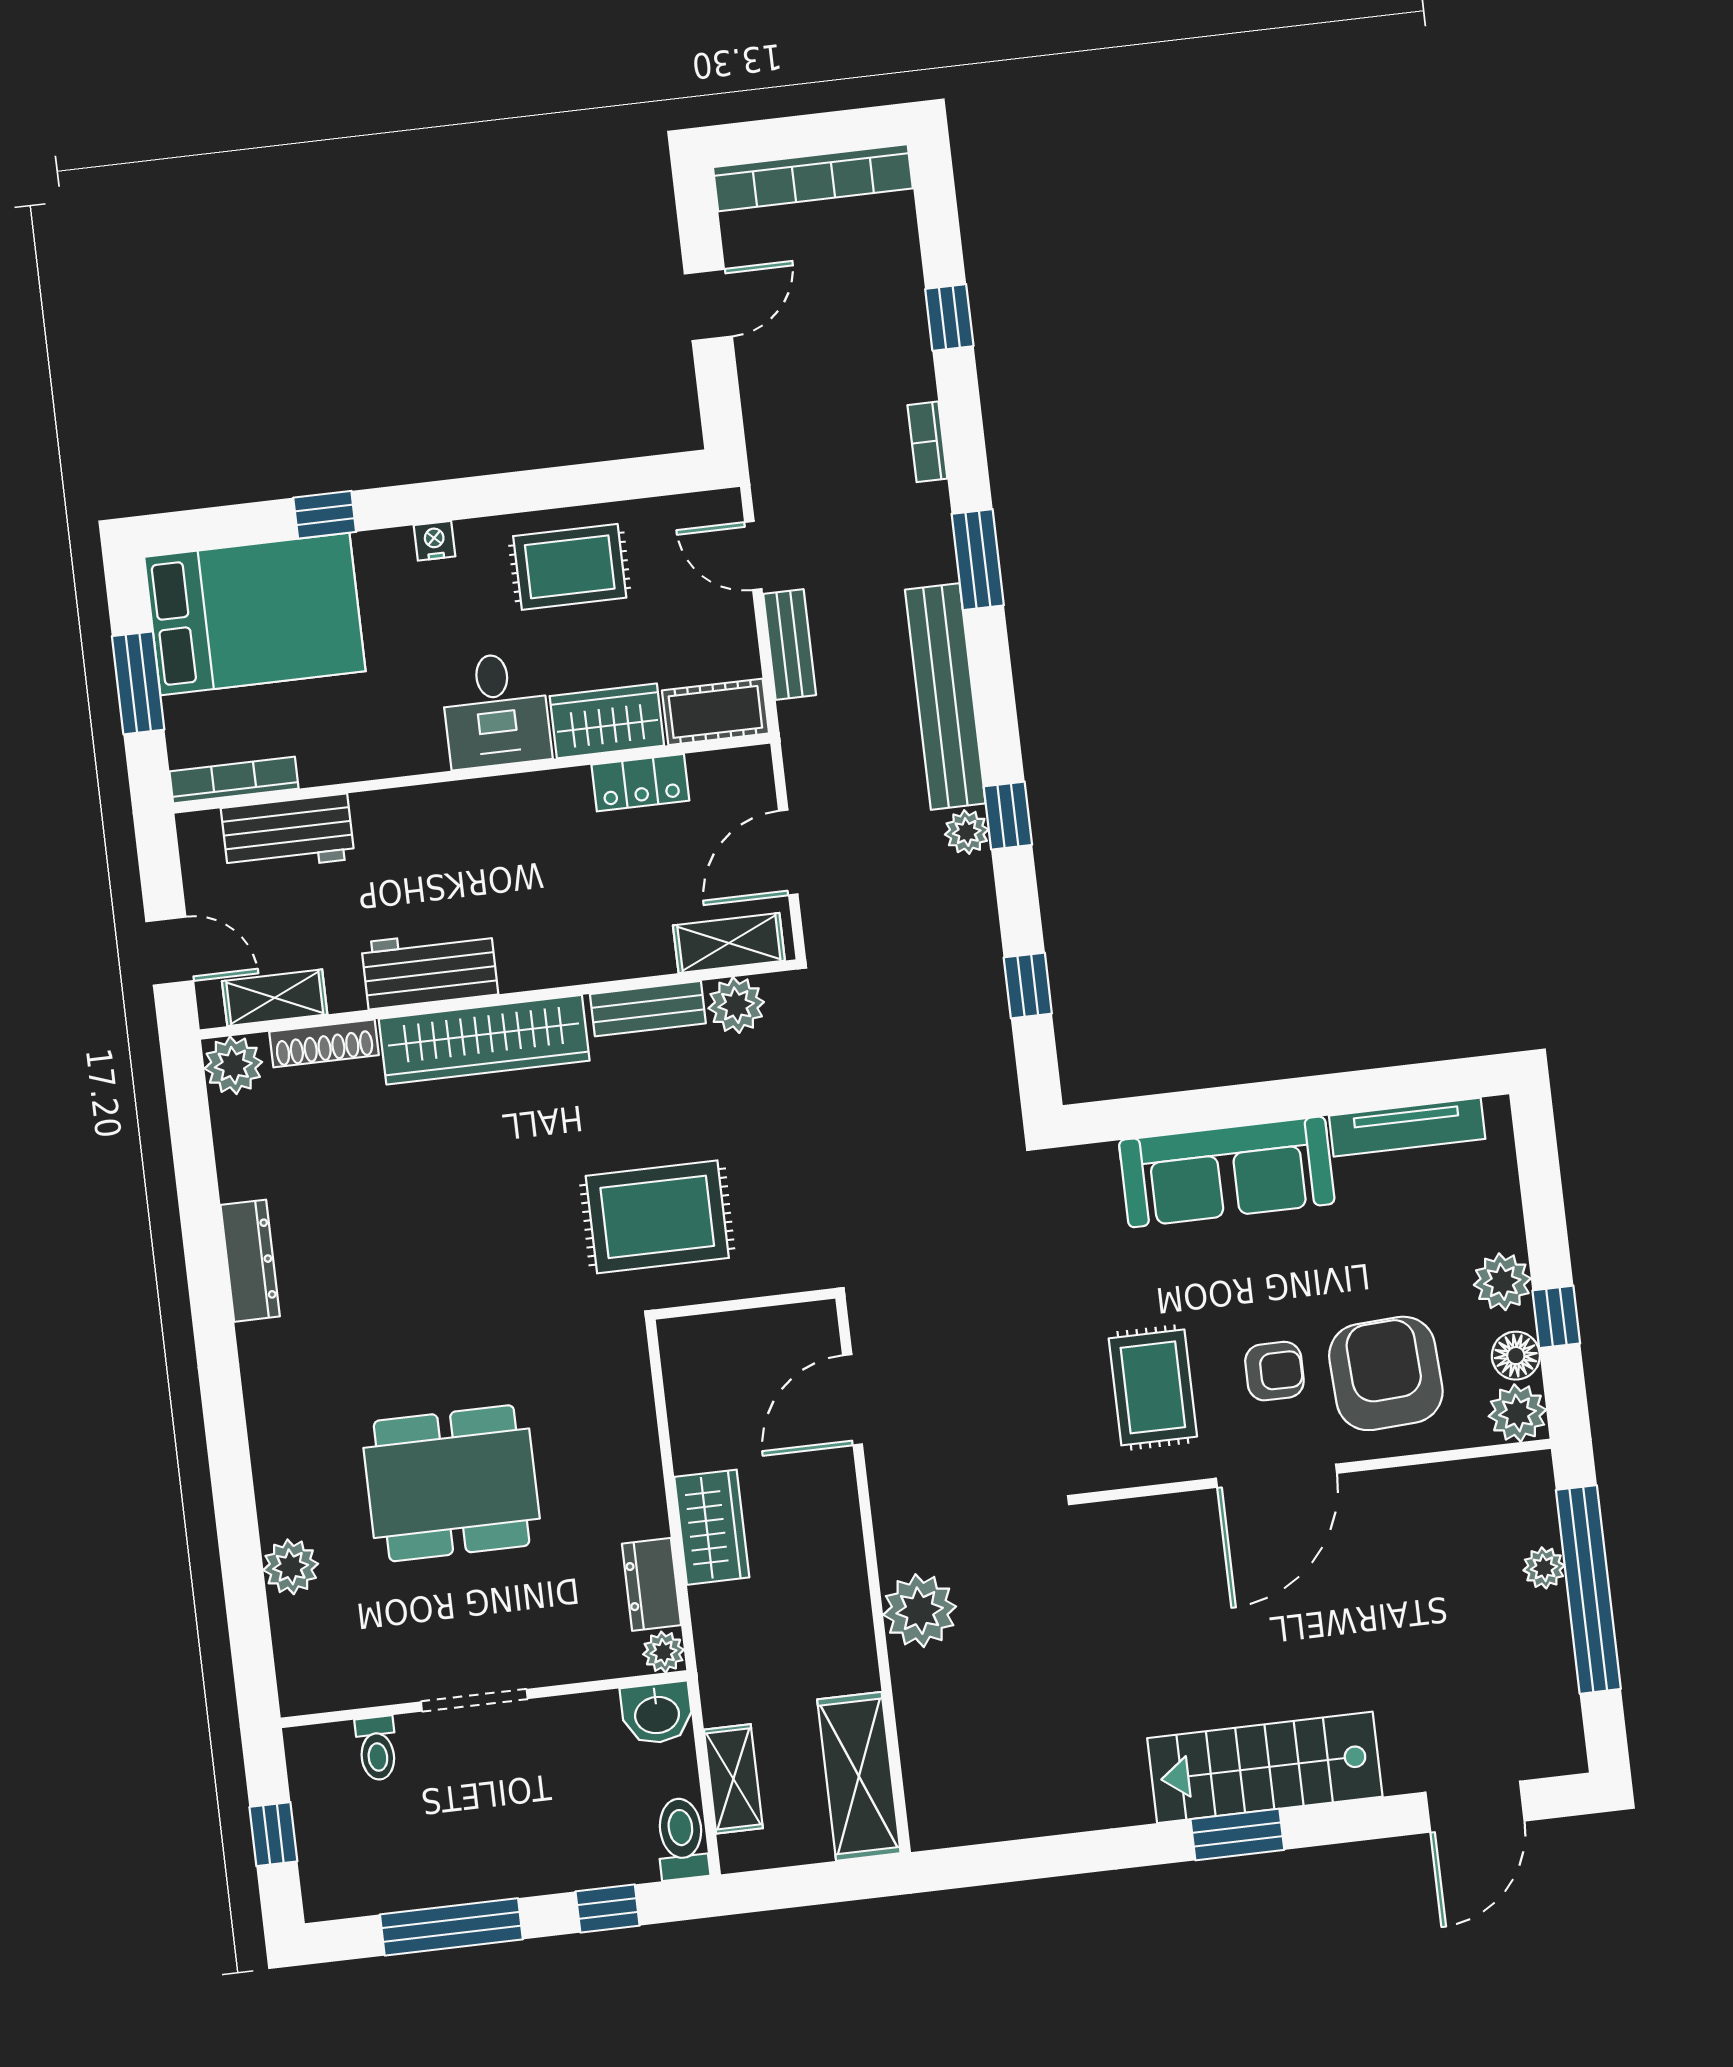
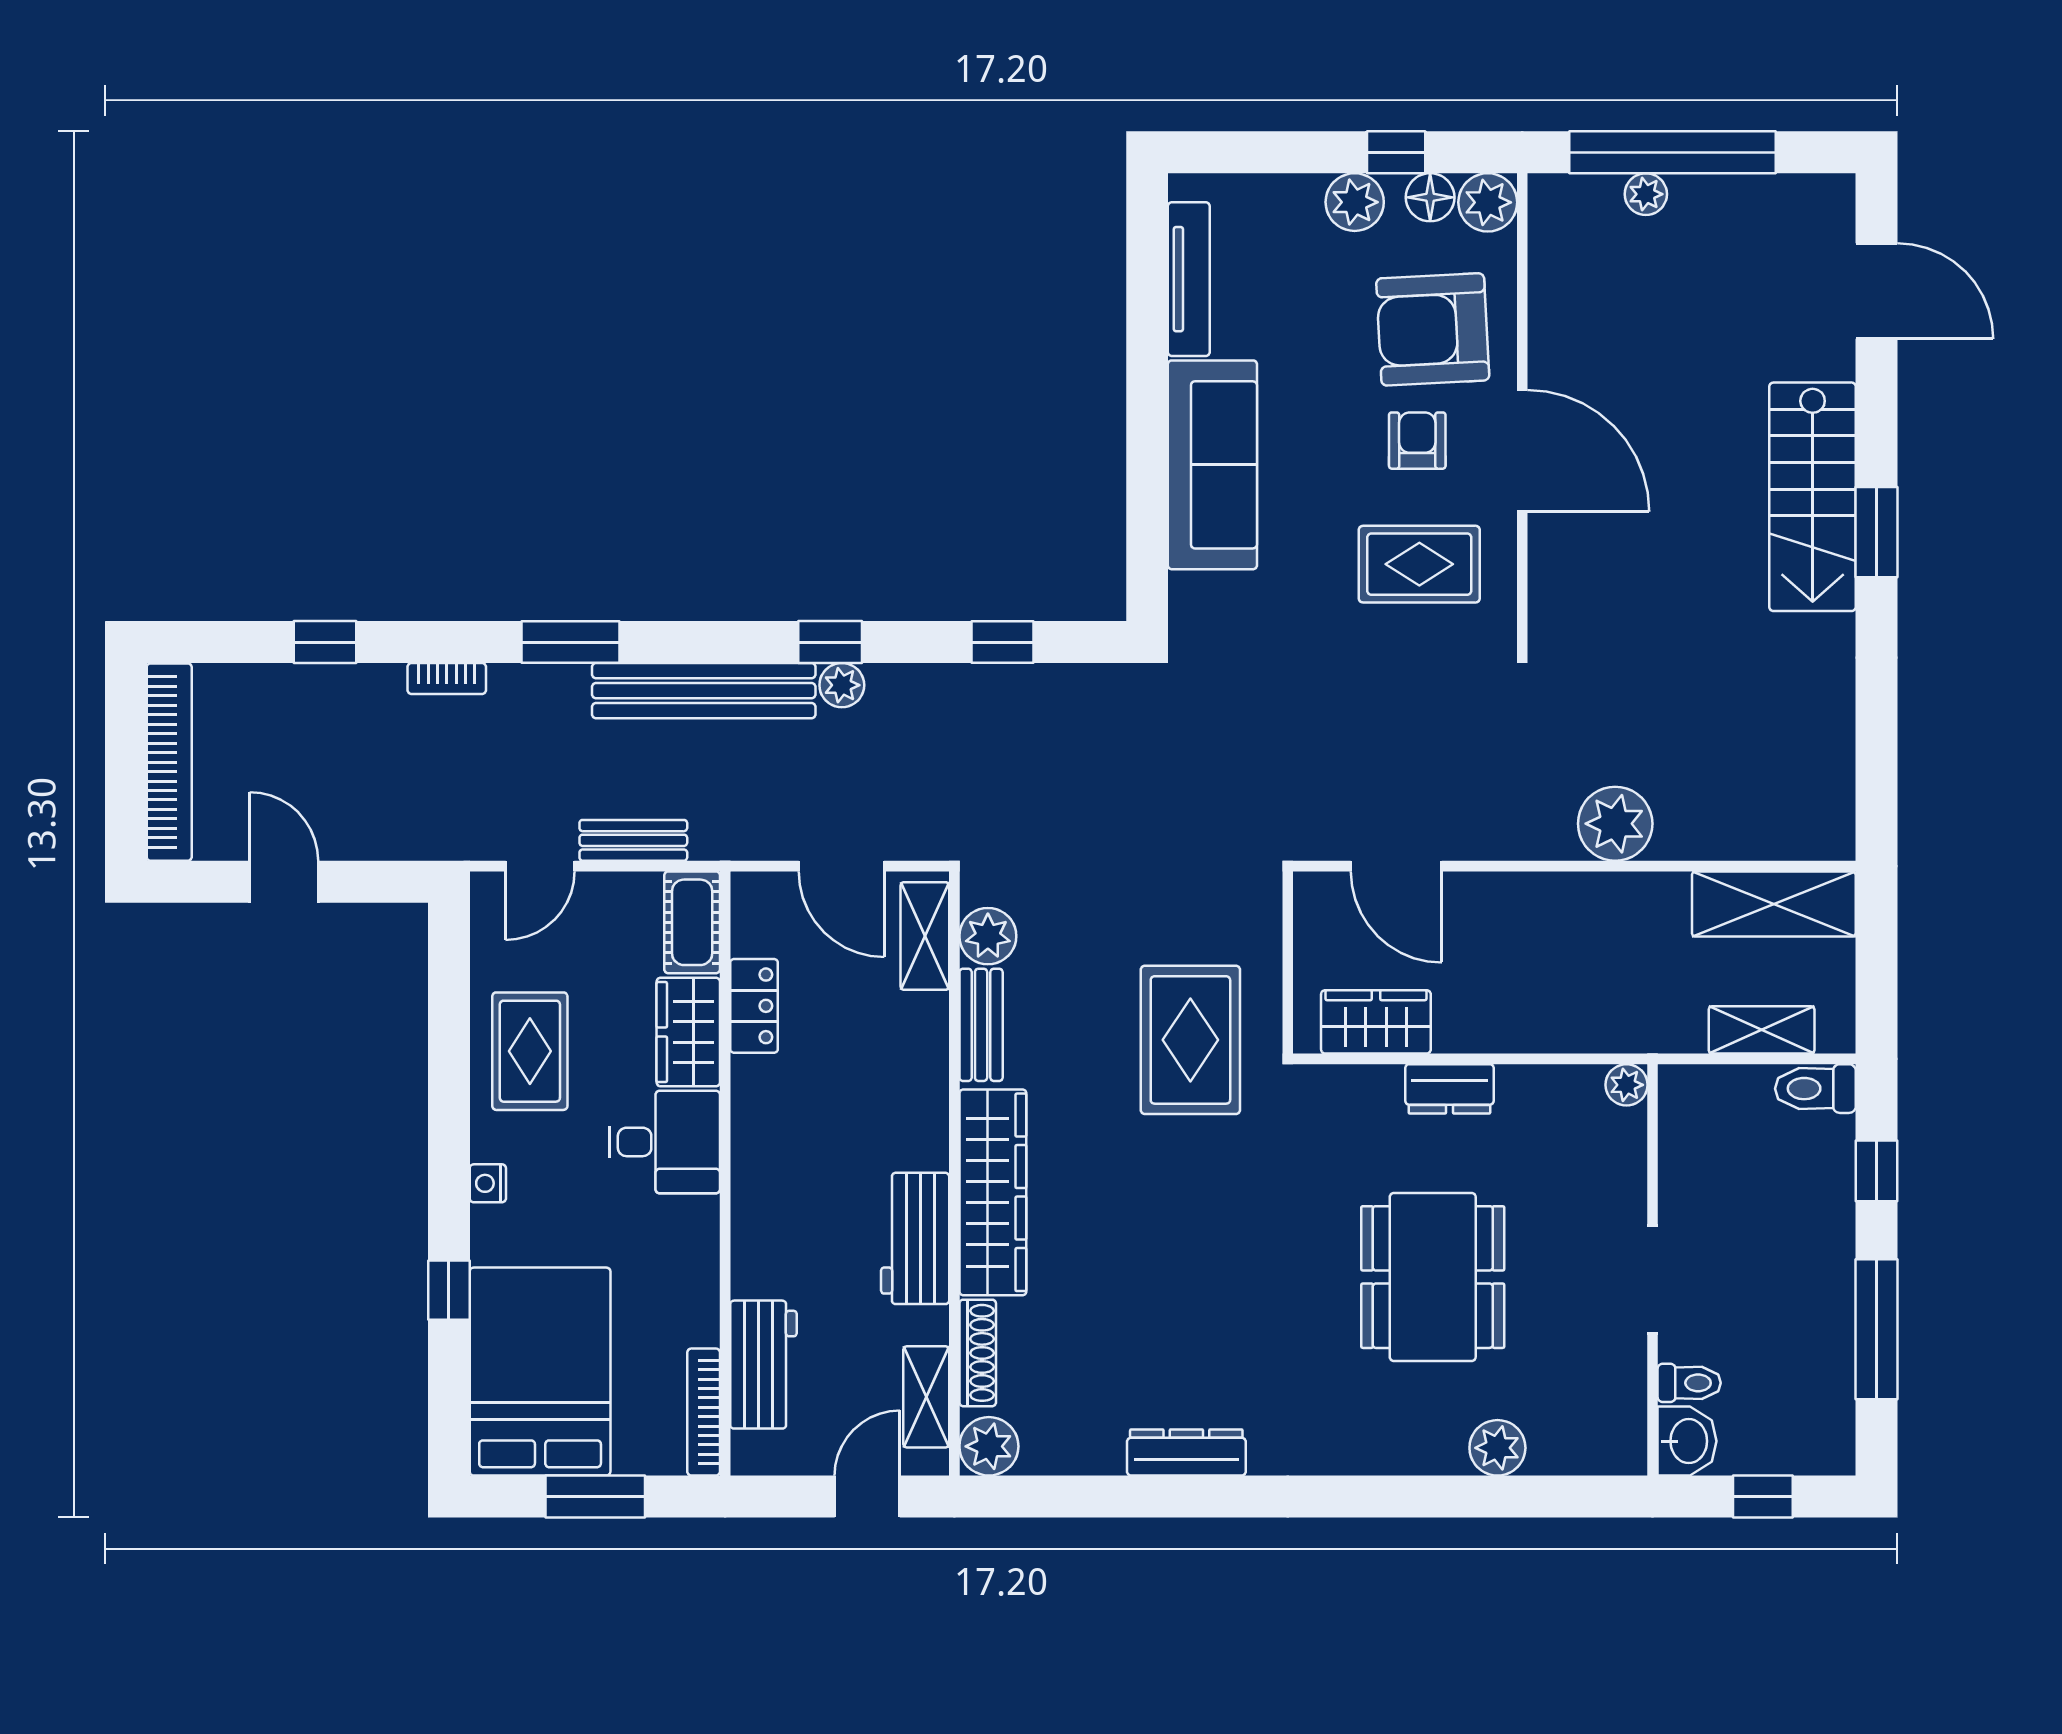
wardrobe: (712, 1527) -> (1376, 1022), moved
dresser: (651, 1584) -> (1449, 1089), moved
washbasin: (657, 1713) -> (1687, 1441), moved

